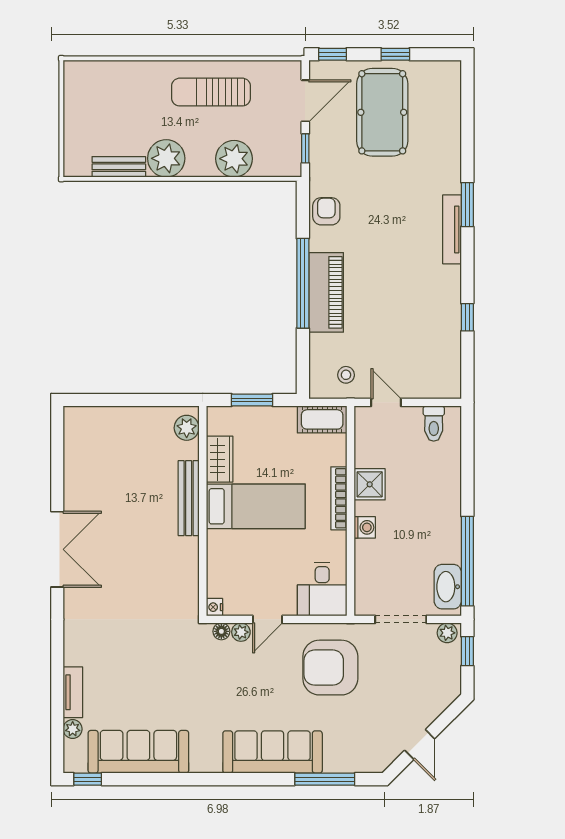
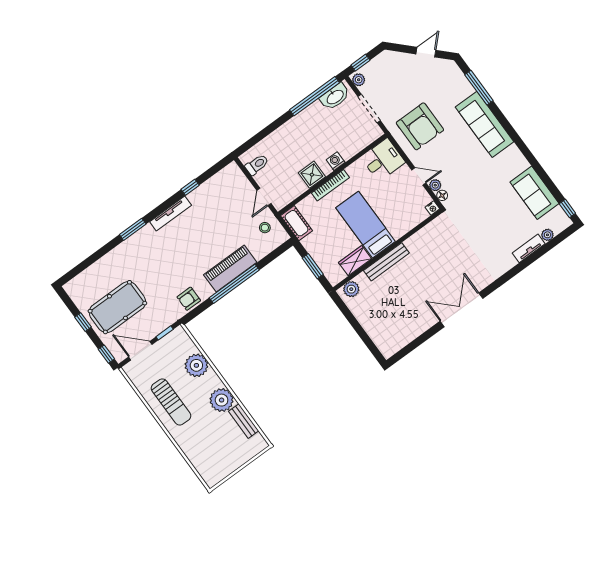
tv unit: (452, 229) -> (171, 214), moved
sofa: (138, 752) -> (535, 193), width x0.73

